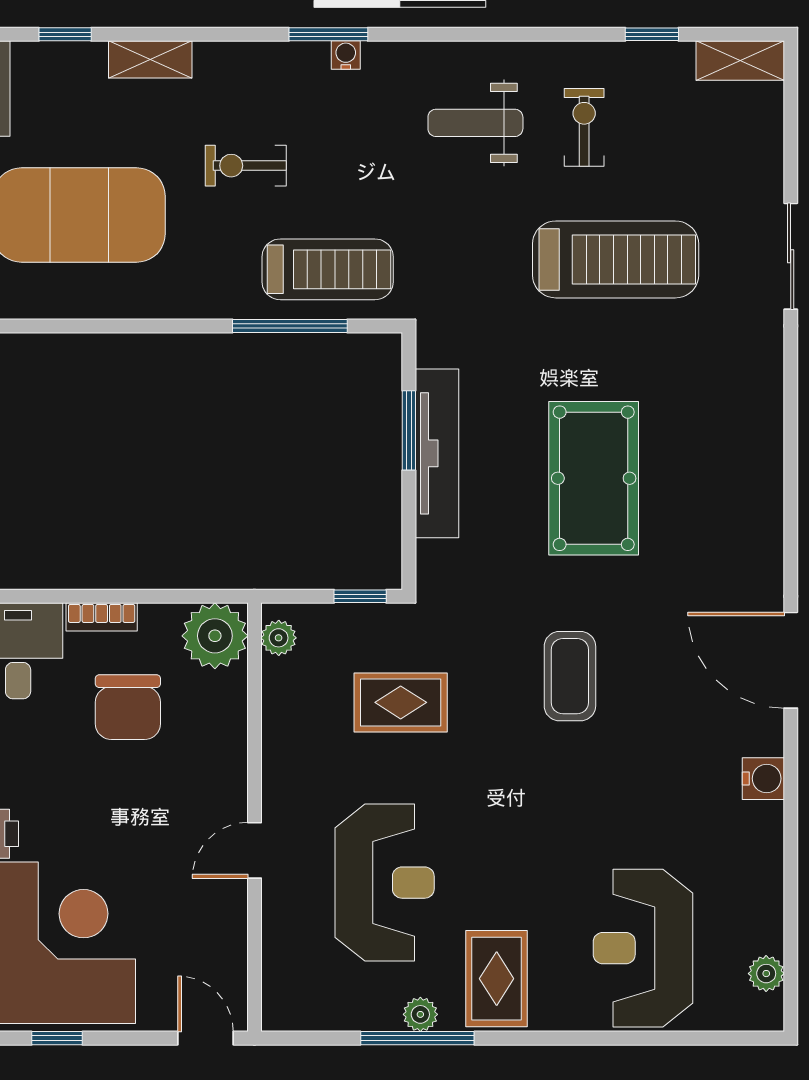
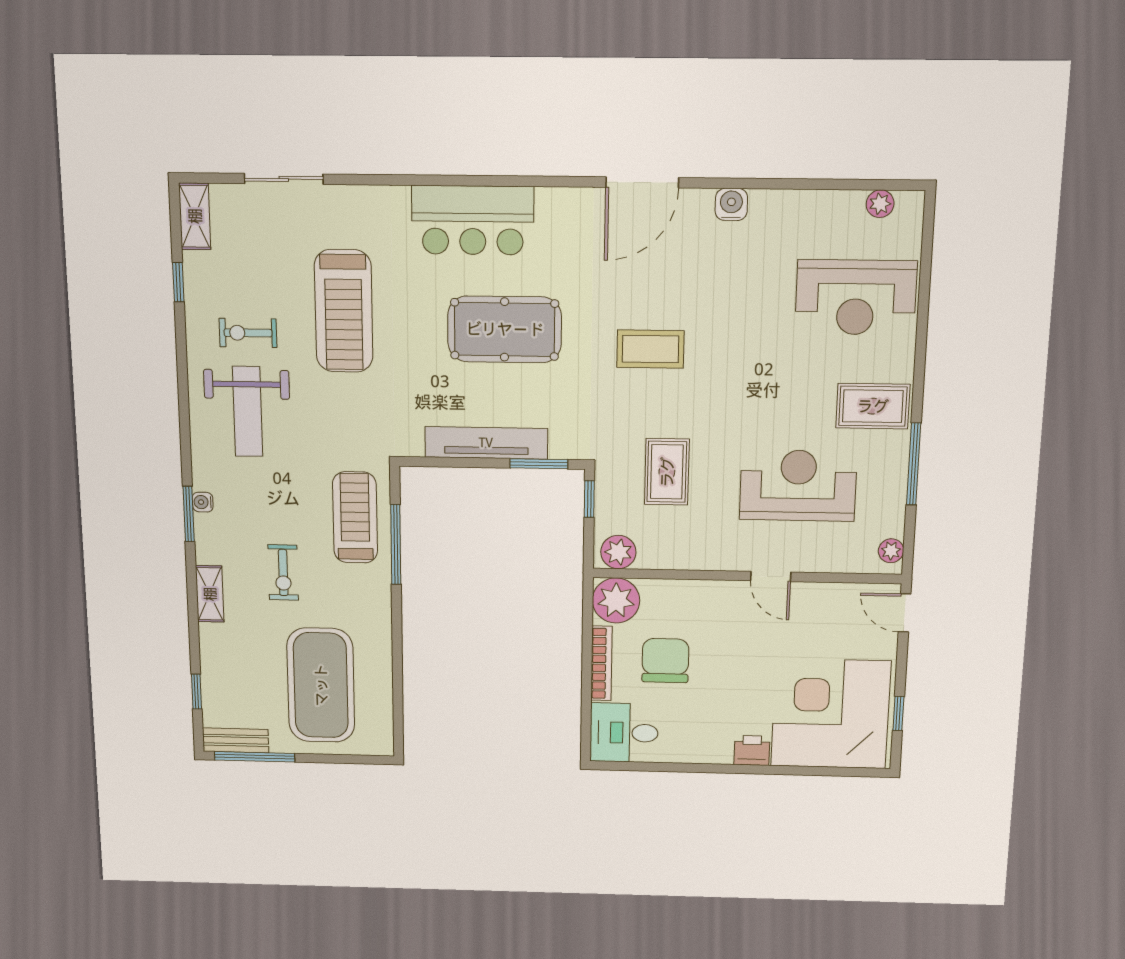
shelving: (150, 59) -> (210, 594), moved
weight bench: (475, 123) -> (248, 411), width x1.36, depth x1.33
sliding door: (791, 256) -> (284, 179), moved
treadmill: (616, 259) -> (344, 311), turned 180
window: (409, 430) -> (539, 464), moved
bar counter: (739, 435) -> (473, 220), added
bookcase: (102, 617) -> (601, 663), width x1.56
plant: (279, 638) -> (618, 552), width x1.38, depth x1.38
chair: (128, 707) -> (665, 661), turned -90
plant: (420, 1014) -> (891, 551), moved
door: (205, 1038) -> (905, 613), hinge flipped

